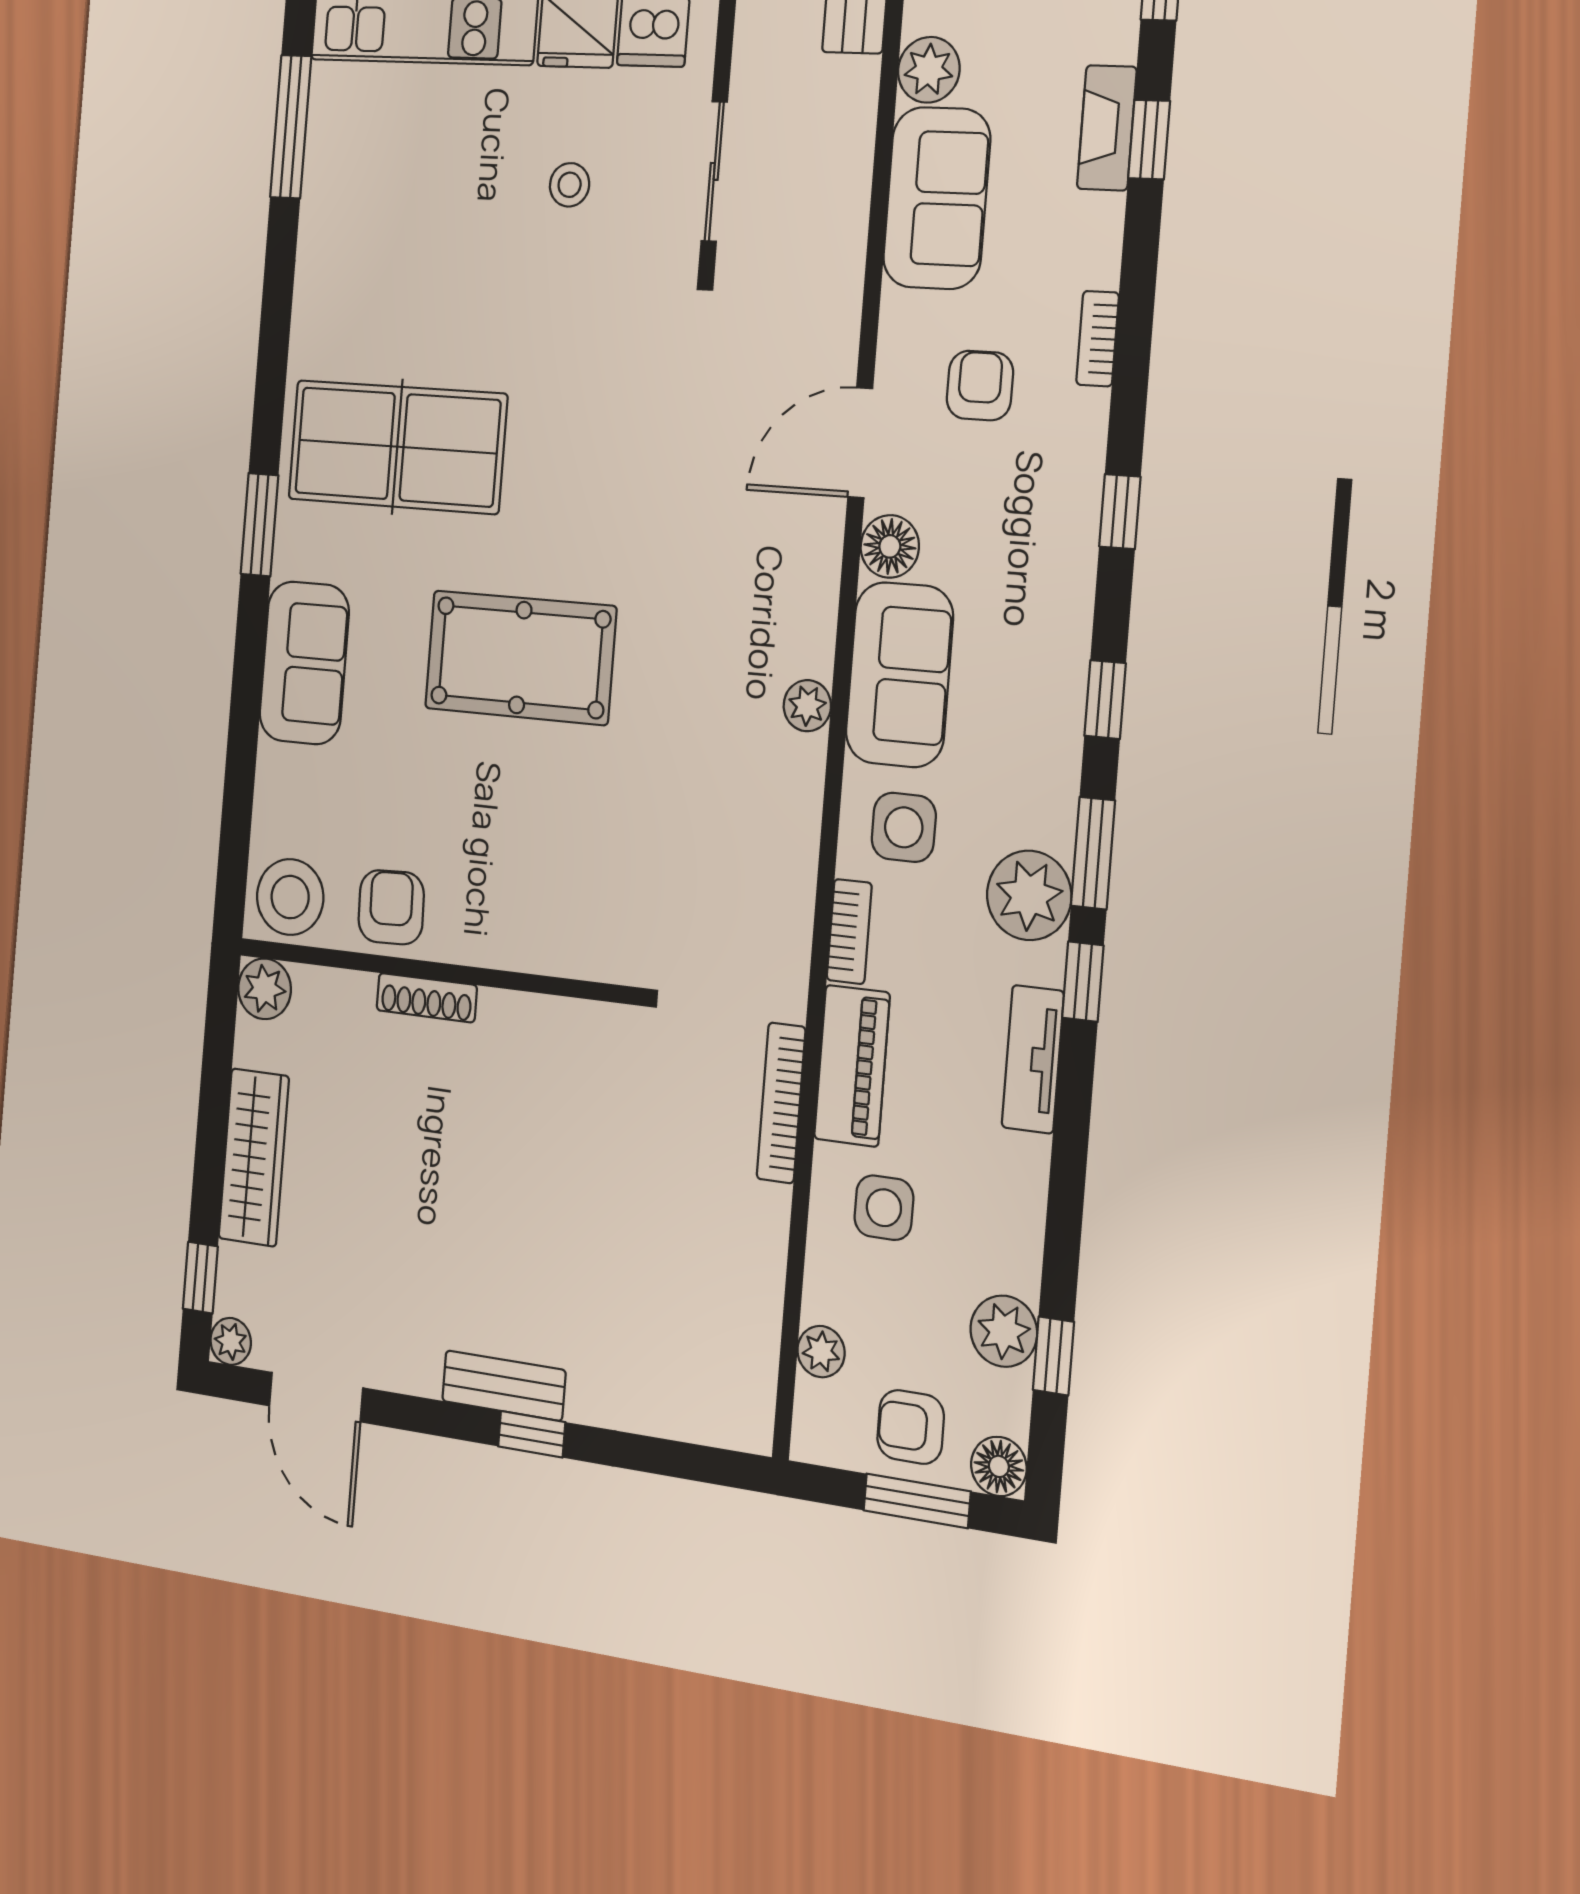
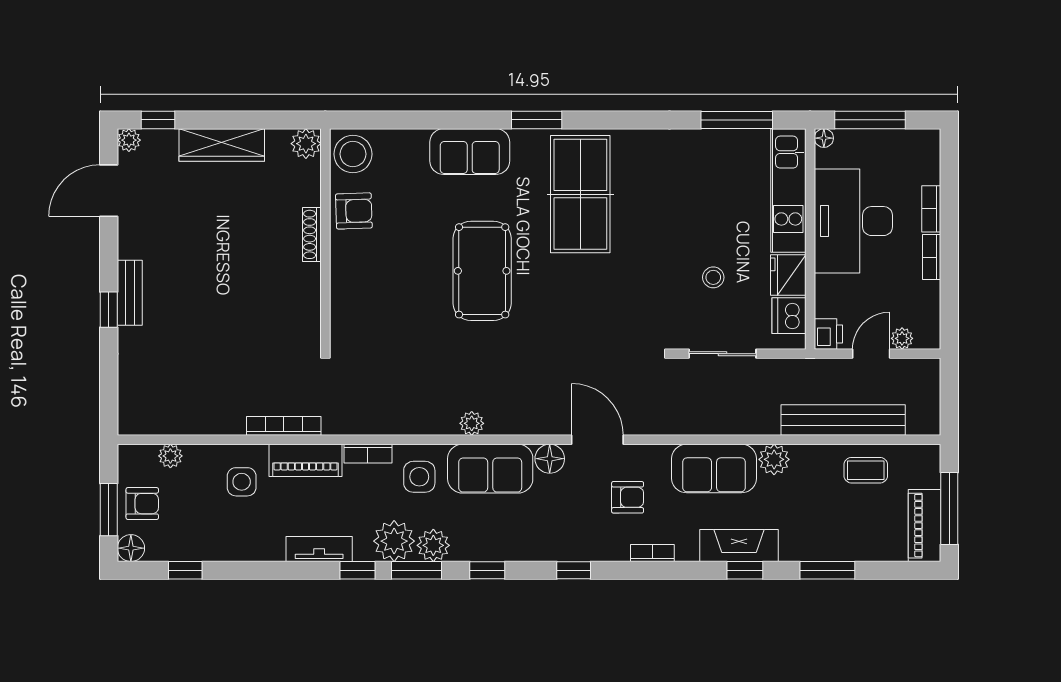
fireplace: (1107, 128) -> (739, 546), width x1.37, depth x1.32
plant: (1004, 1331) -> (433, 545), moved
armchair: (911, 1427) -> (142, 504), turned 90

